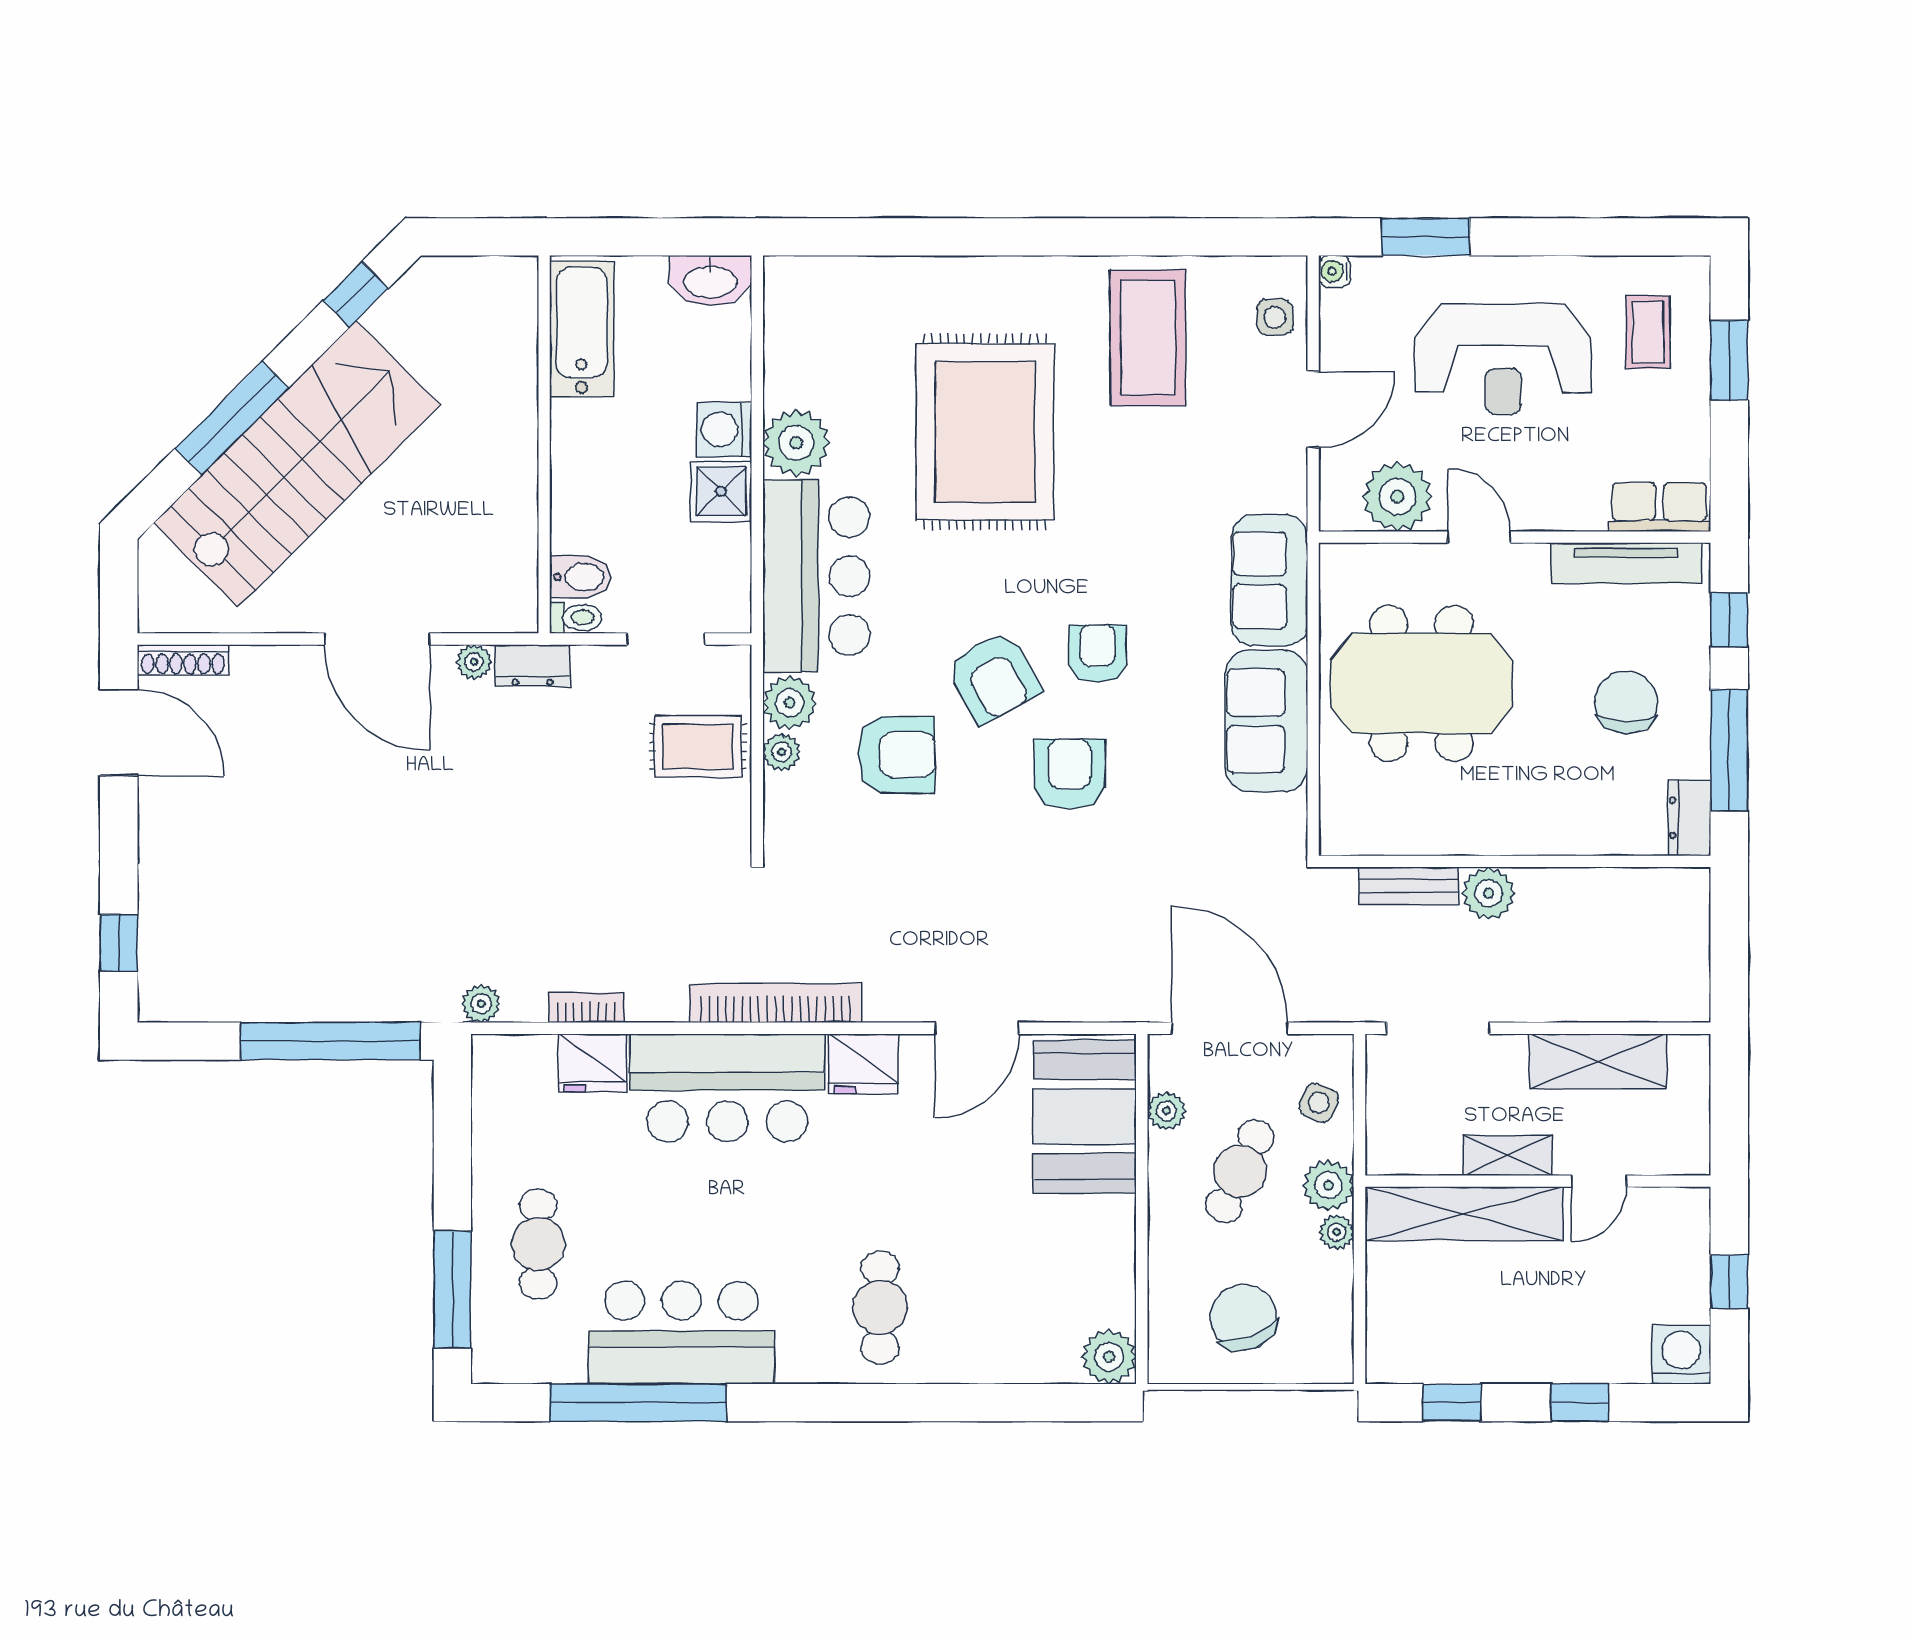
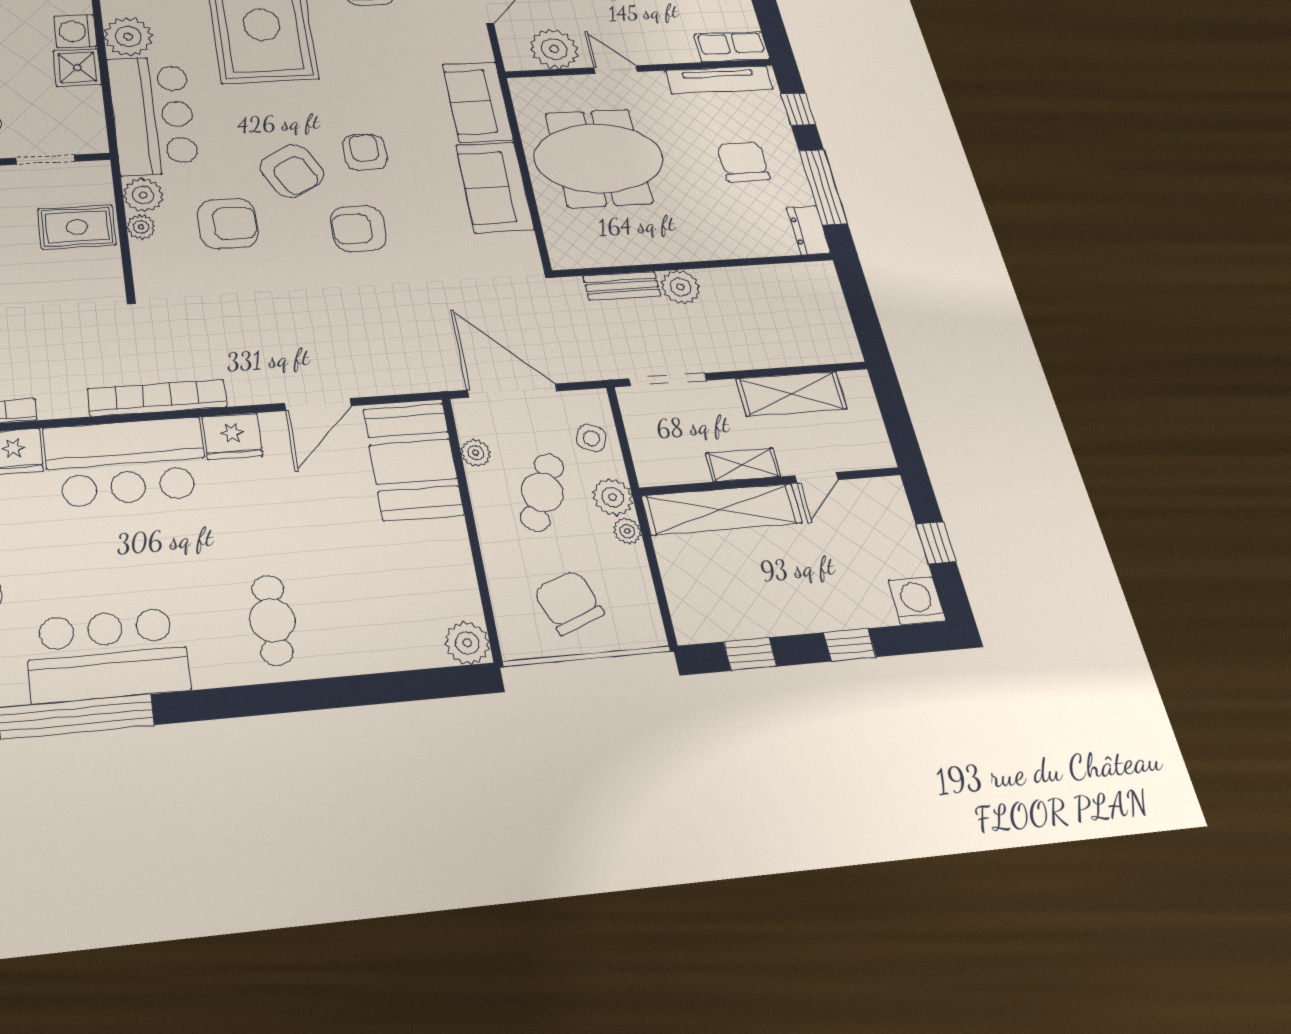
armchair: (1069, 774) -> (358, 229), turned -90

